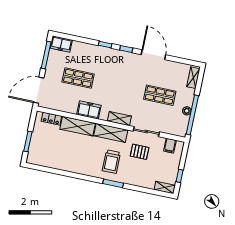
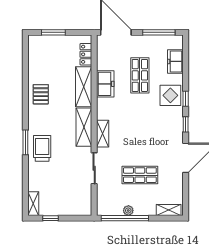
freezer: (61, 44) -> (175, 61), moved
display table: (100, 56) -> (170, 95), added
shop shelf: (160, 95) -> (140, 175), turned 90
freezer: (89, 110) -> (105, 84), moved
filing cabinet: (170, 146) -> (83, 199), removed
pallet: (140, 152) -> (41, 94), moved
trolley: (111, 162) -> (42, 148), moved, turned 90

